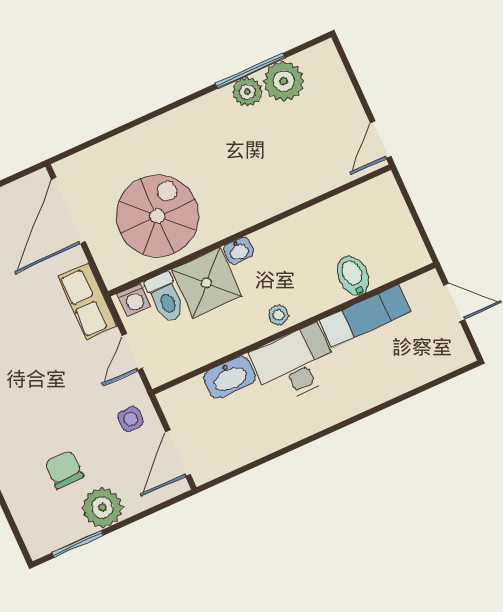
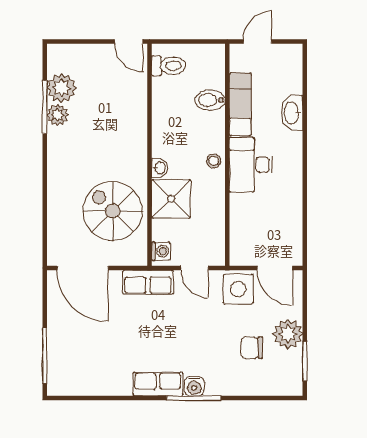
toilet: (165, 297) -> (169, 66), moved
washbasin: (230, 377) -> (292, 113), moved, turned 180
side table: (131, 419) -> (238, 289), width x1.87, depth x1.87

